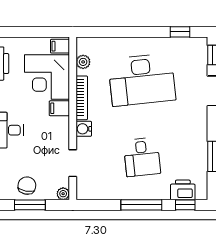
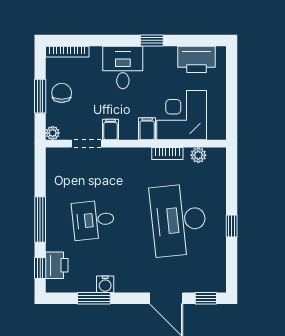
window: (180, 32) -> (232, 226), moved
filing cabinet: (60, 46) -> (110, 130), moved
bookcase: (82, 98) -> (167, 153), width x0.64
water cooler: (84, 129) -> (105, 284), moved, turned 180
chair: (27, 186) -> (62, 93), turned -101

